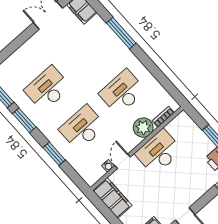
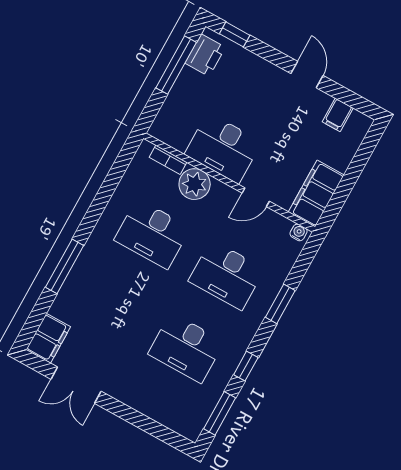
window: (24, 120) -> (246, 366), width x0.67
water cooler: (108, 166) -> (299, 232), moved

